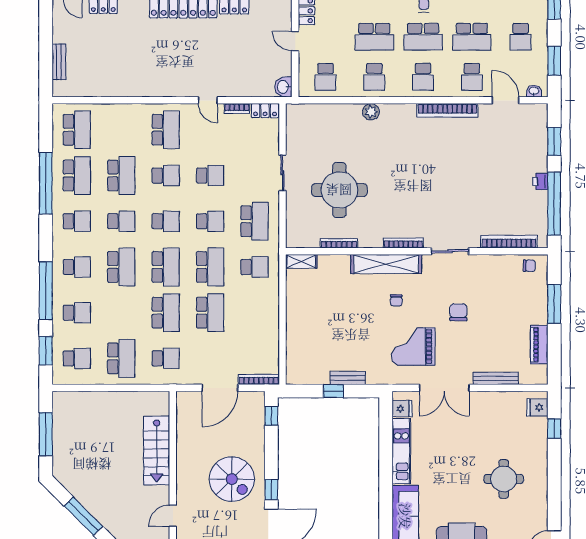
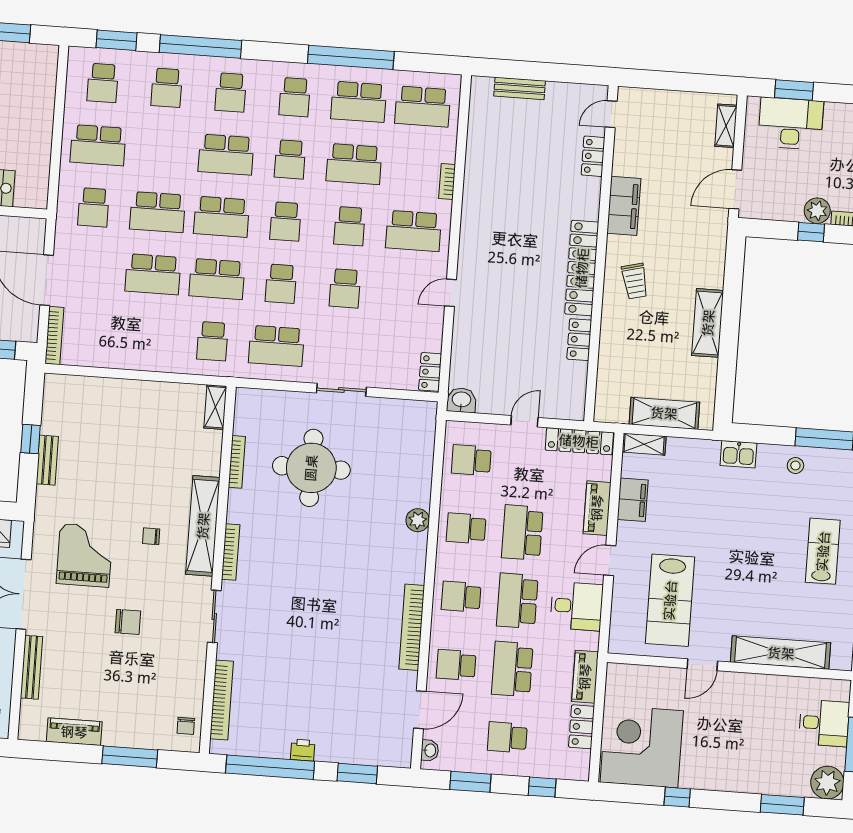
bookcase: (237, 109) -> (447, 182), moved

